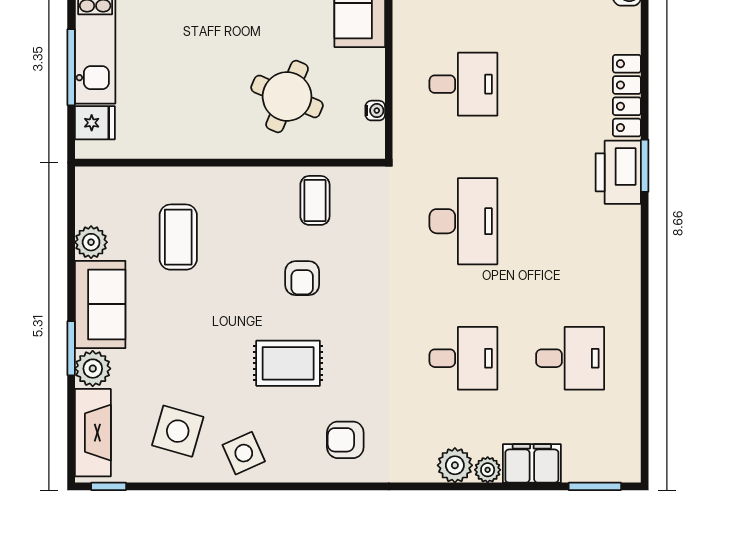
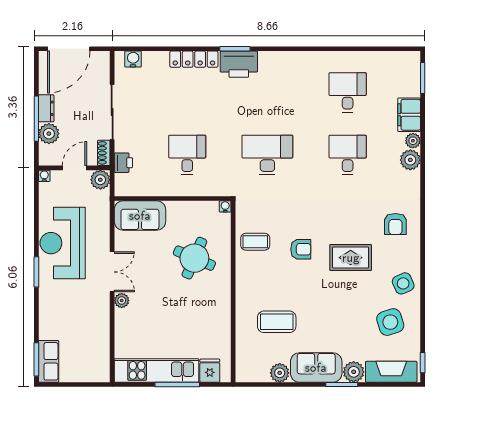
water cooler: (375, 111) -> (225, 206), moved
rug: (288, 363) -> (351, 258), turned 90
side table: (178, 431) -> (390, 322), turned -34

